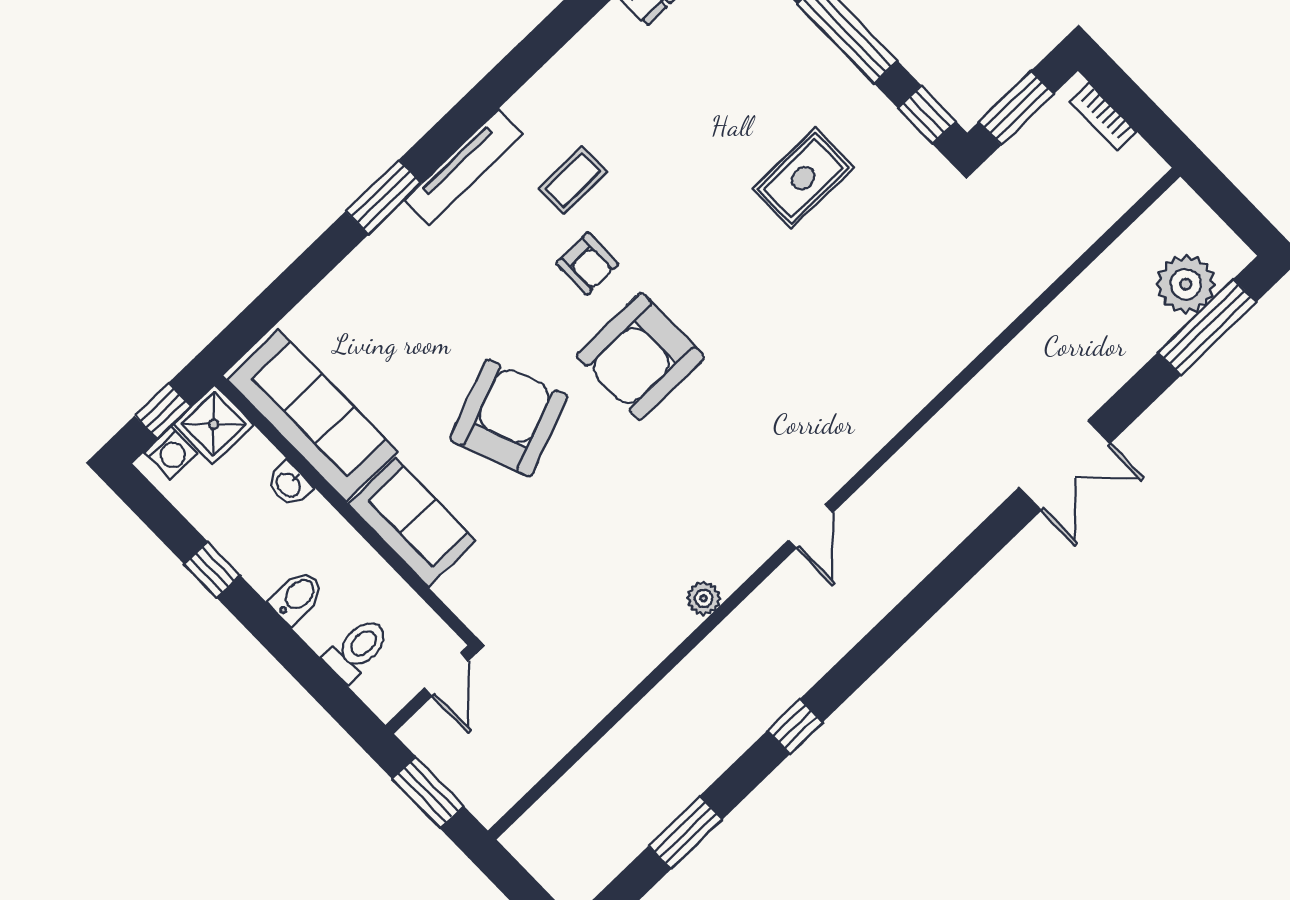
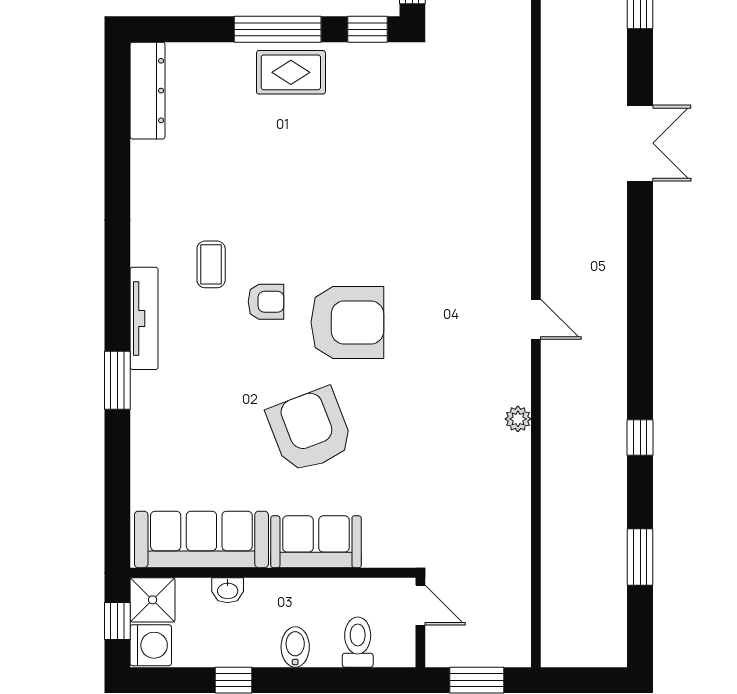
rug: (803, 178) -> (291, 72), moved, turned 90
armchair: (640, 357) -> (347, 322), turned -90
washing machine: (171, 453) -> (151, 645), width x1.38, depth x1.38

